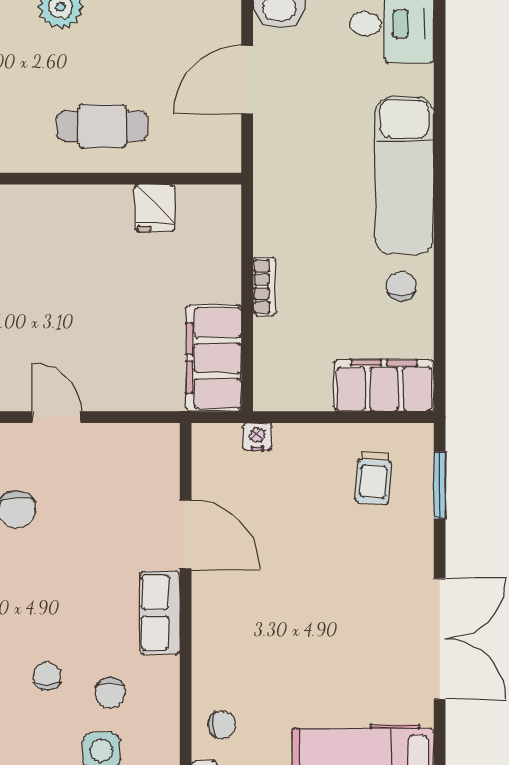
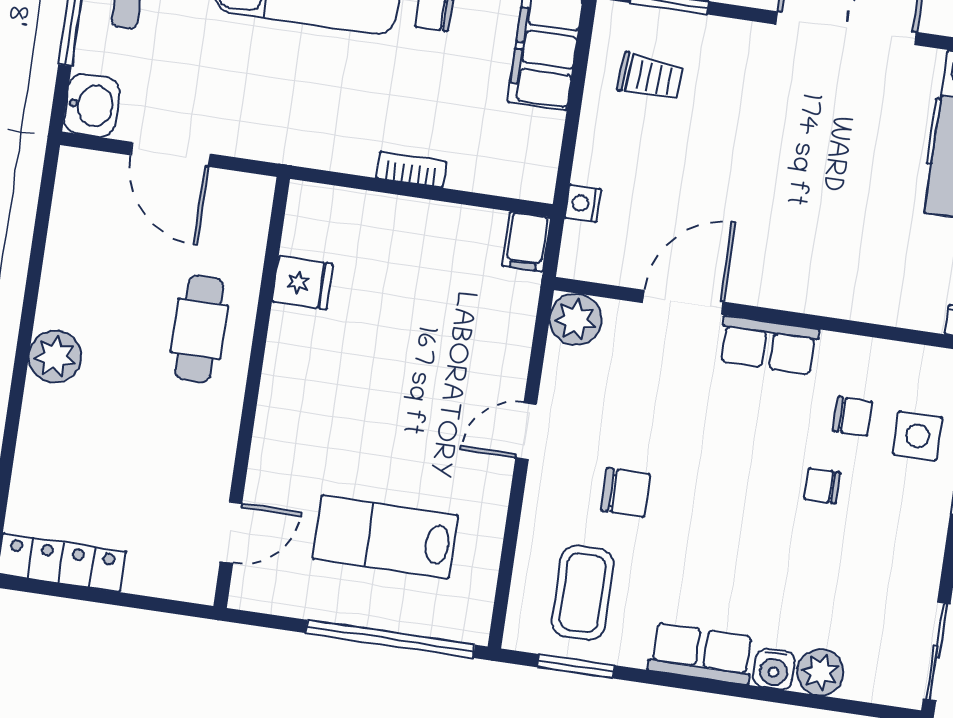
filing cabinet: (214, 358) -> (527, 242), width x0.33, depth x0.86
plant: (158, 445) -> (576, 319), added
chair: (222, 725) -> (908, 293), removed

